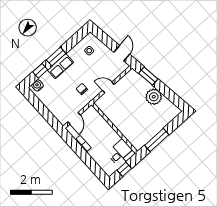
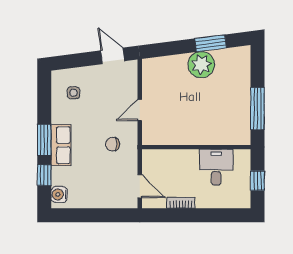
window: (148, 76) -> (211, 43), moved
desk: (121, 153) -> (216, 167), moved

